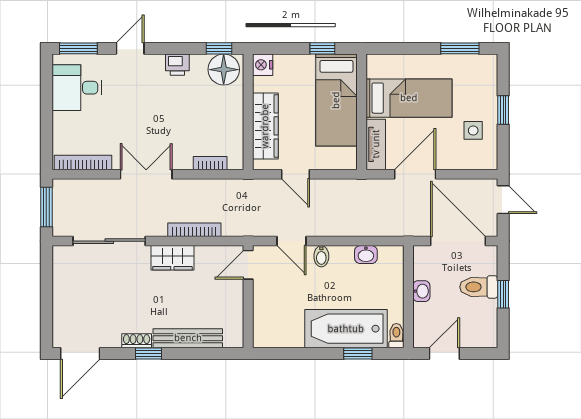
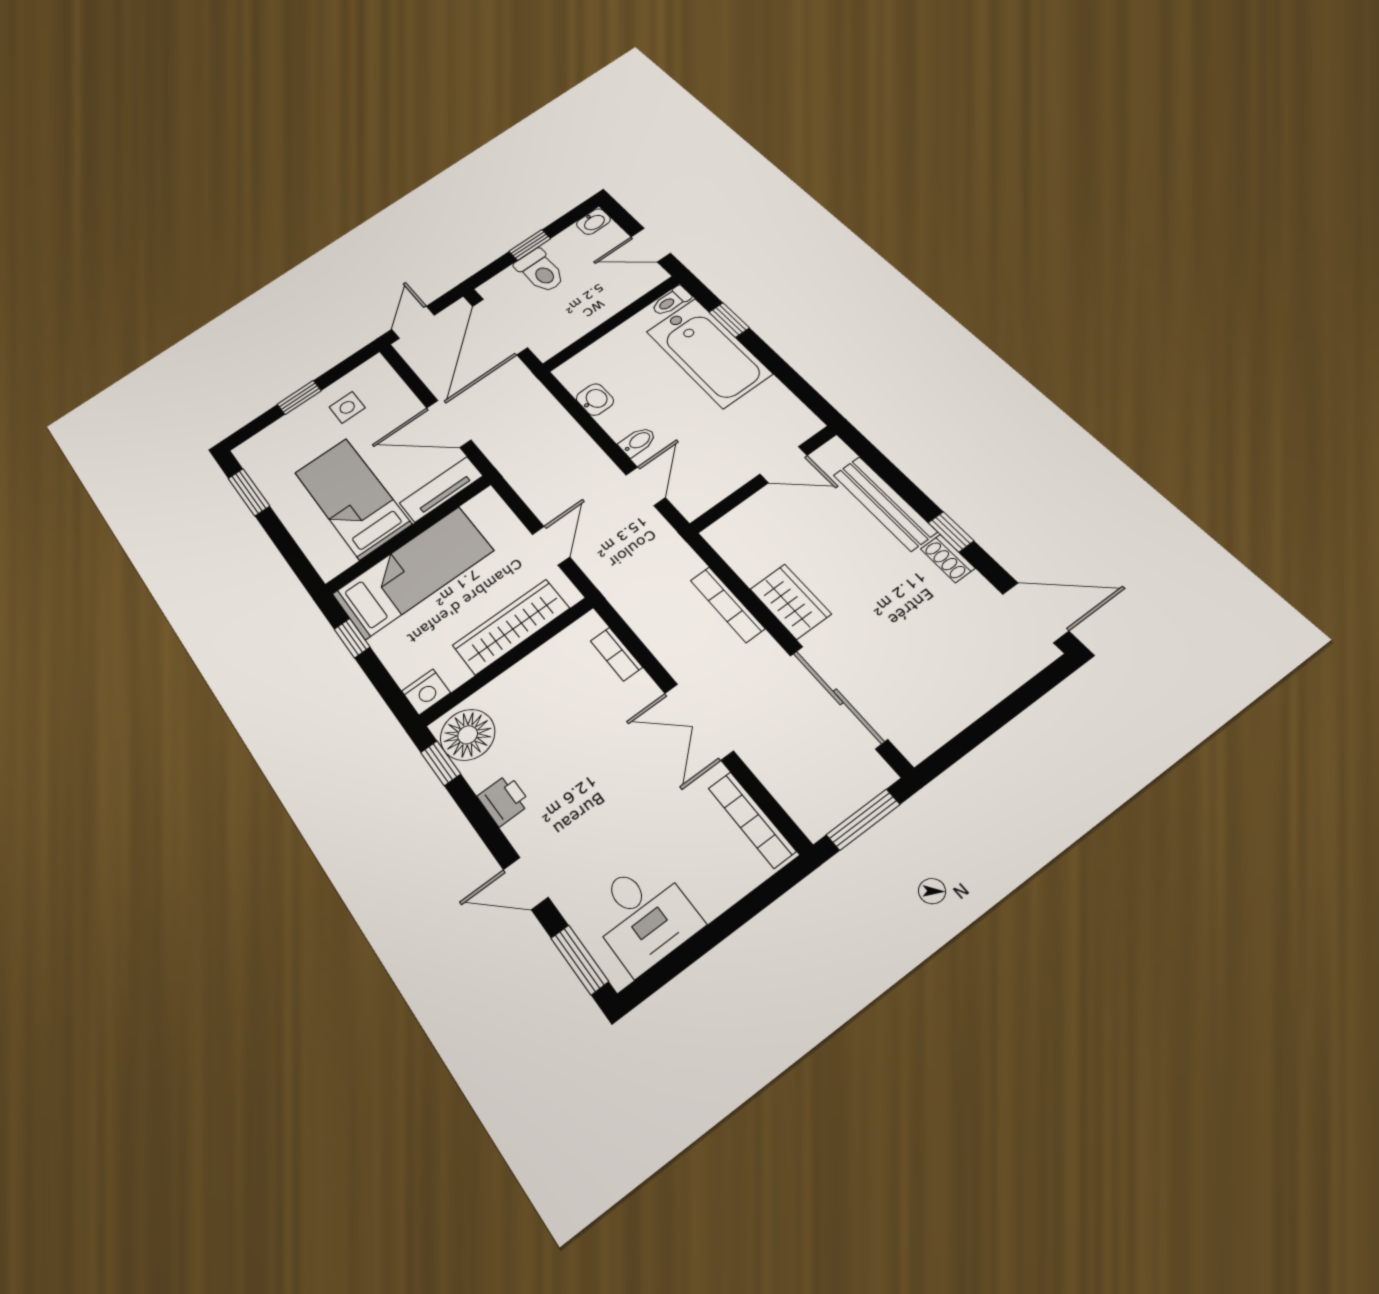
door: (248, 265) -> (783, 465), moved
washbasin: (421, 291) -> (593, 222), moved, turned 180

